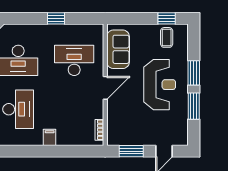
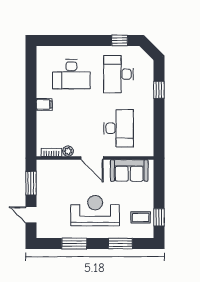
window: (56, 18) -> (159, 90), moved
window: (194, 73) -> (120, 243), moved
reception desk: (160, 85) -> (95, 211), turned 180
plant: (98, 113) -> (68, 151), added

